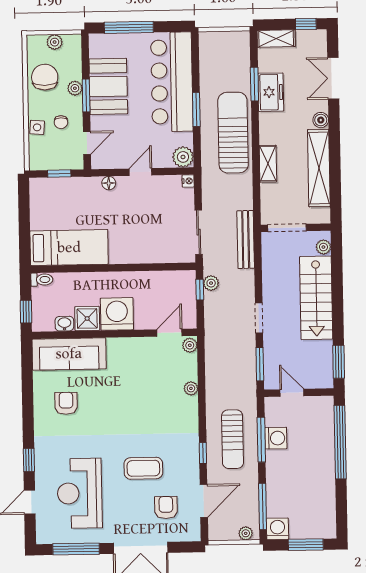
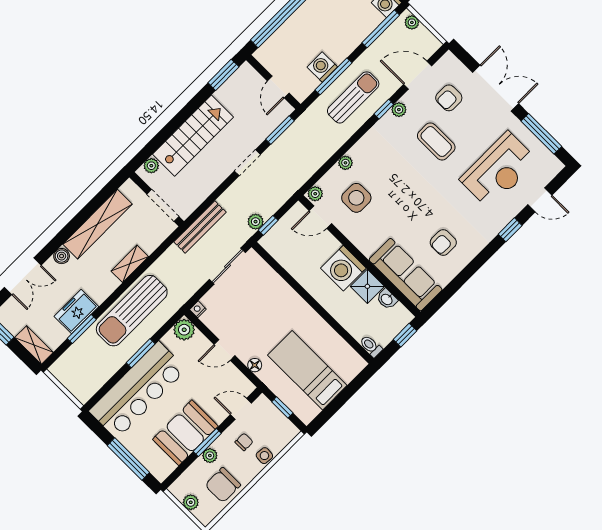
bed: (69, 248) -> (307, 370), moved
side table: (158, 372) -> (356, 198), added
plant: (192, 464) -> (399, 110), added

